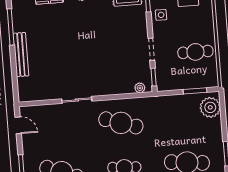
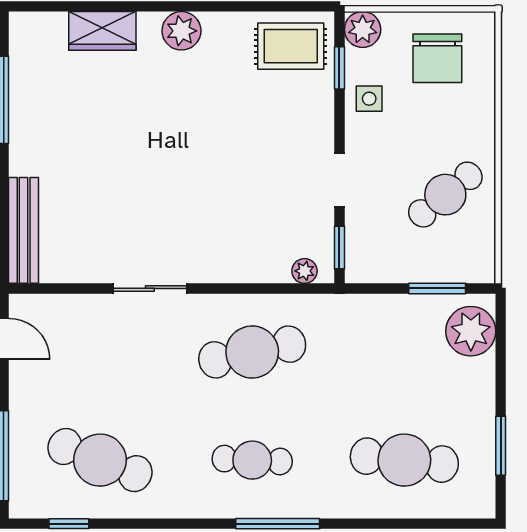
cafe table: (195, 52) -> (445, 195), turned -39
bench: (21, 55) -> (24, 230), moved
cafe table: (121, 123) -> (252, 352), turned -30

